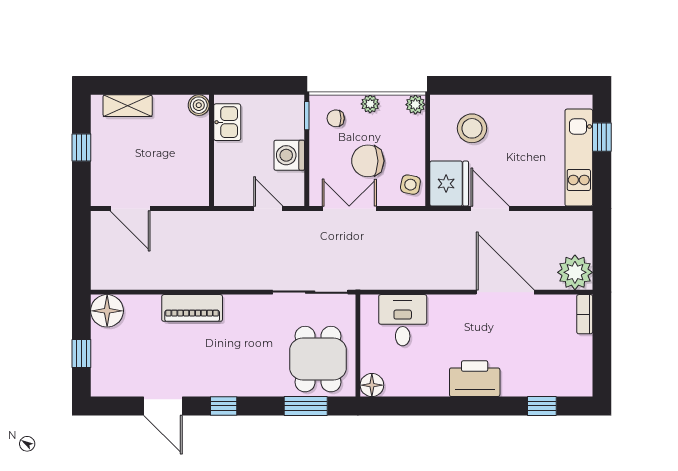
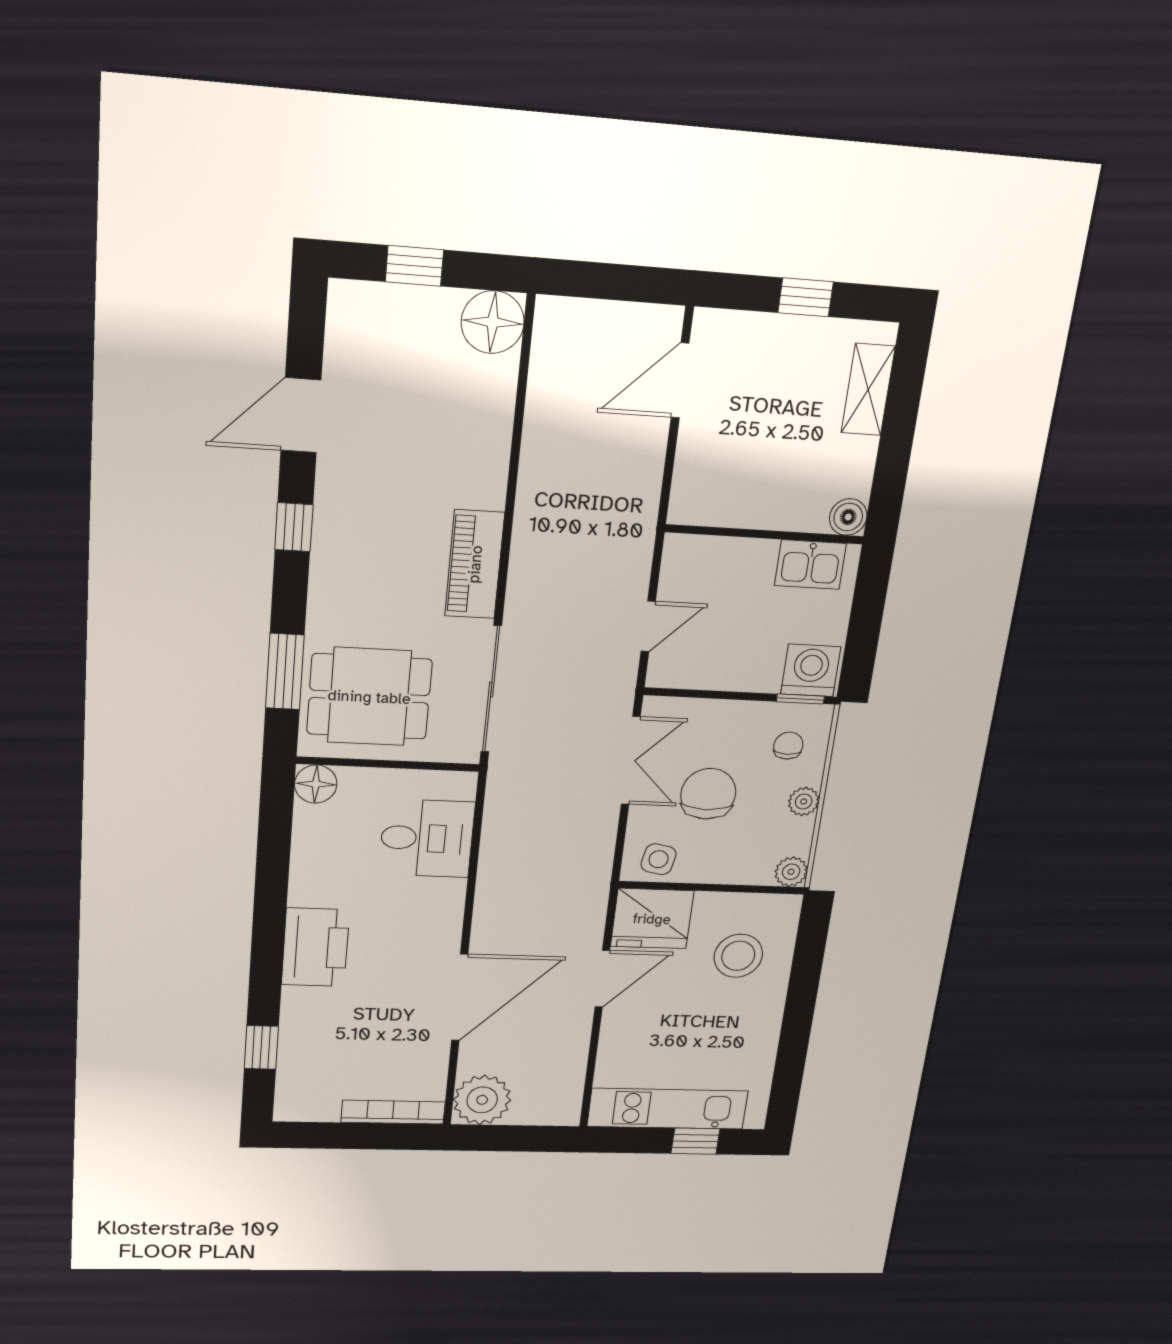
washing machine: (289, 155) -> (811, 670), moved
piano: (192, 308) -> (475, 564), moved
bookcase: (585, 314) -> (393, 1112), width x1.56

